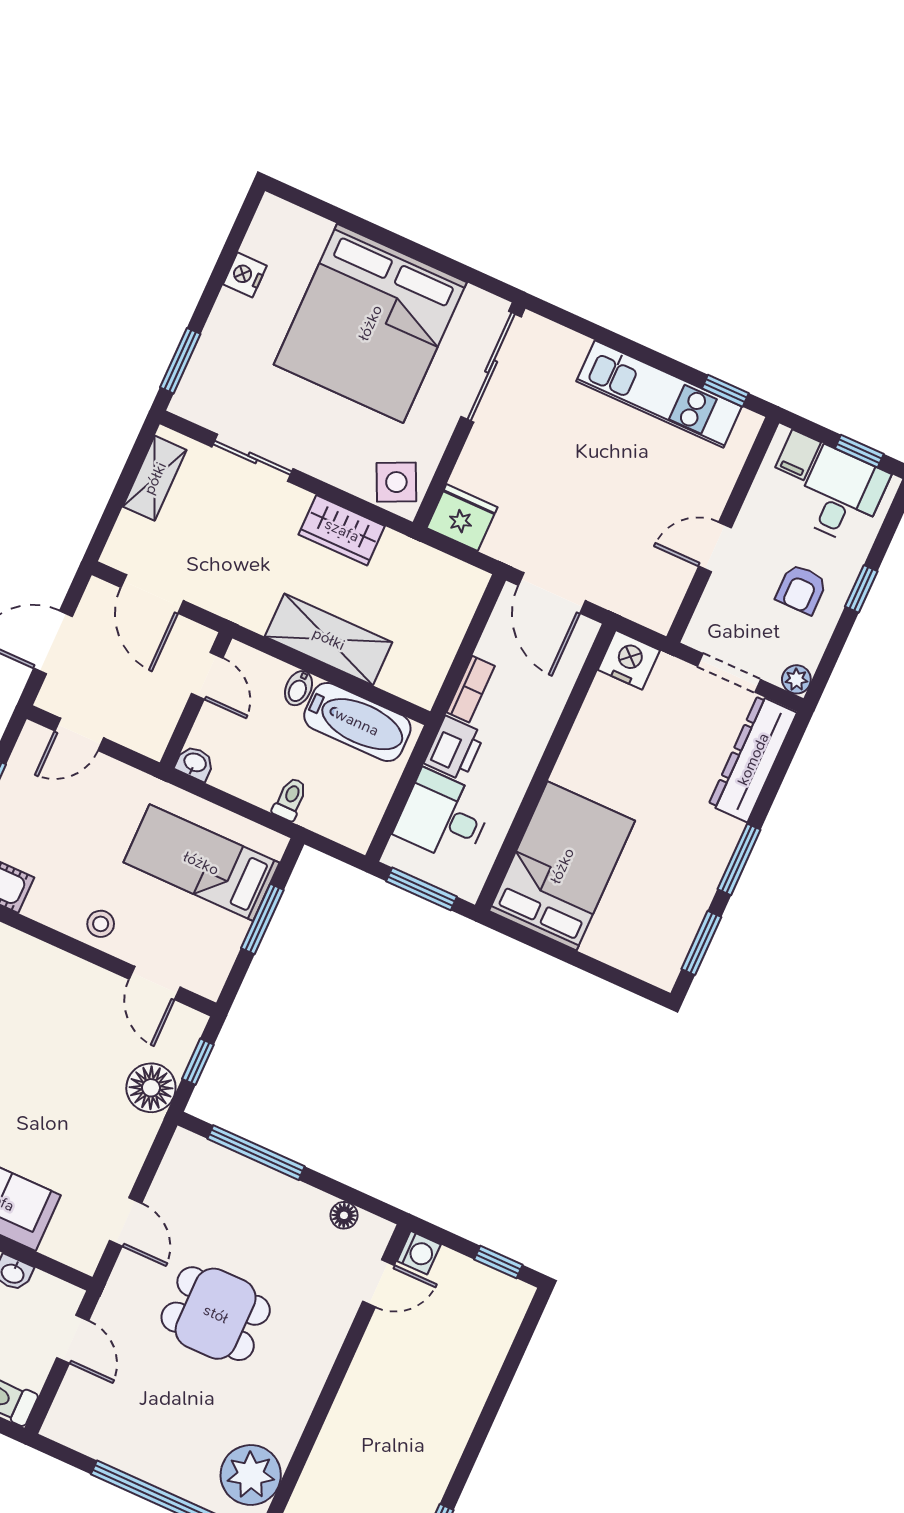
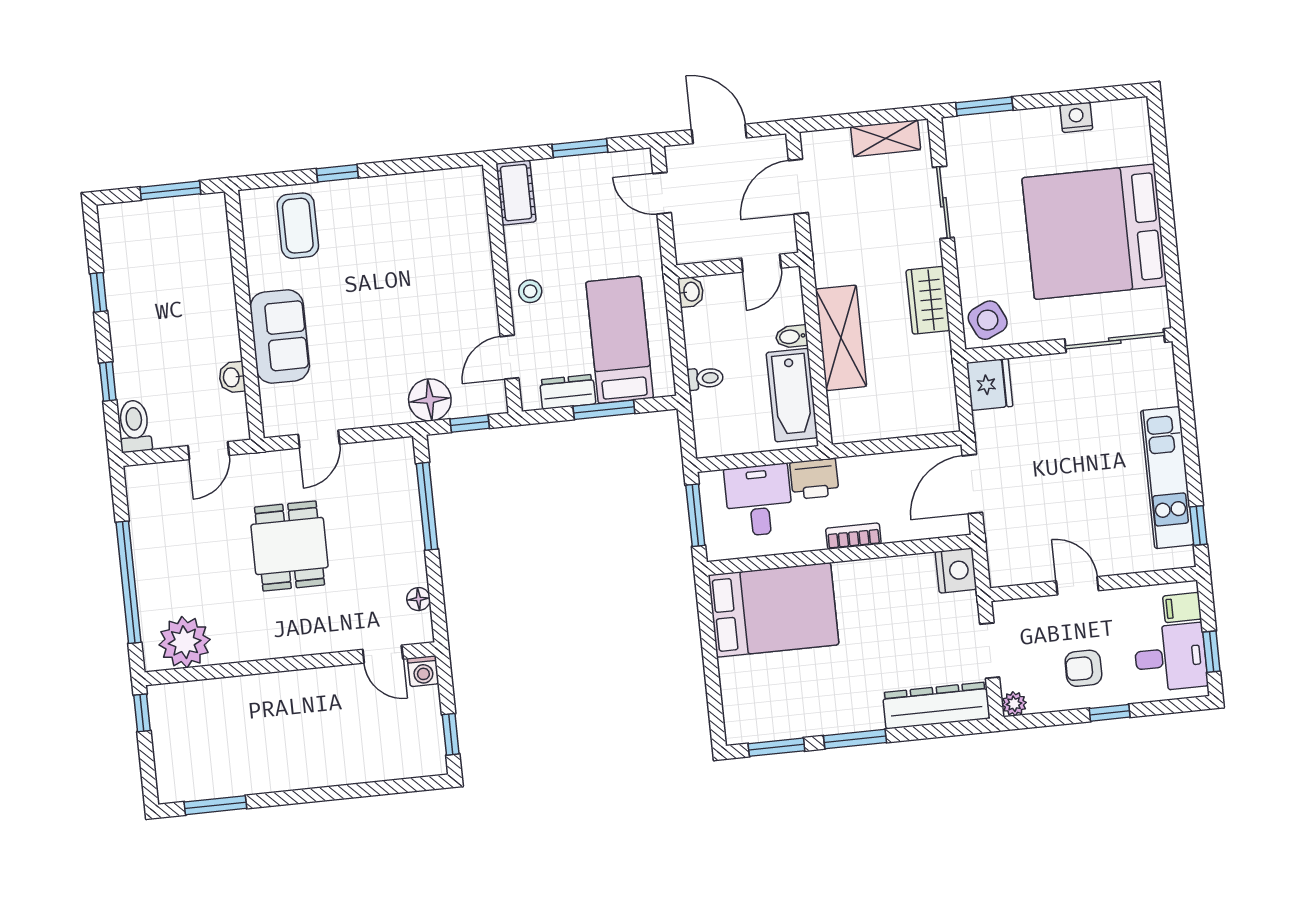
bookcase: (471, 689) -> (853, 536), moved, turned 180
dresser: (223, 945) -> (568, 392), added

